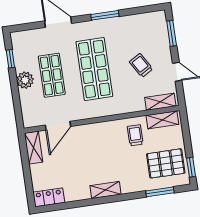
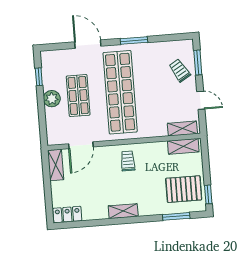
trolley: (141, 65) -> (180, 70), moved
shop shelf: (94, 69) -> (120, 92), width x1.40
trolley: (135, 135) -> (128, 161), moved

